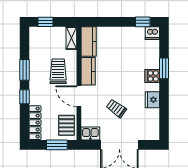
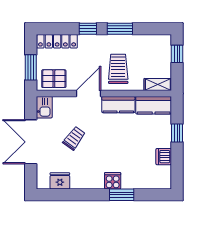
window: (143, 22) -> (177, 133), moved
dishwasher: (152, 33) -> (164, 157), moved
trolley: (58, 71) -> (118, 69), turned -90
fridge: (152, 100) -> (60, 181), moved

